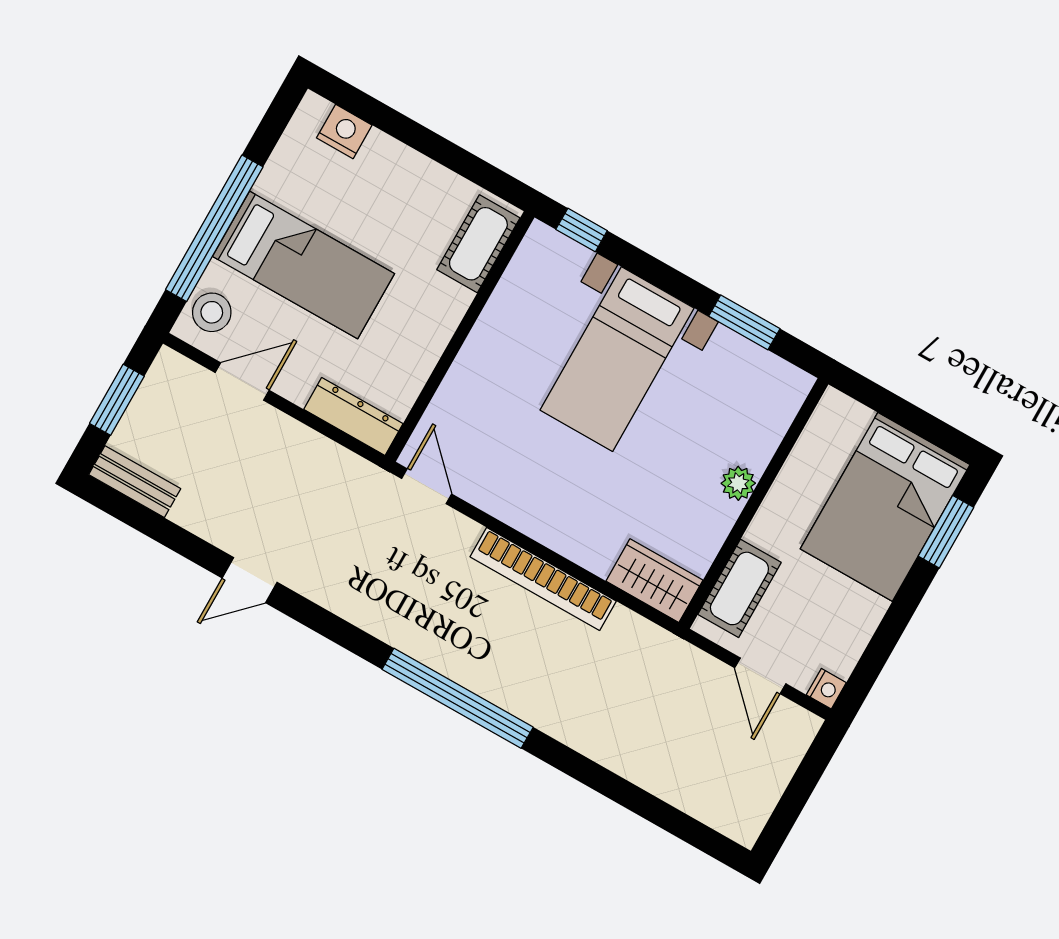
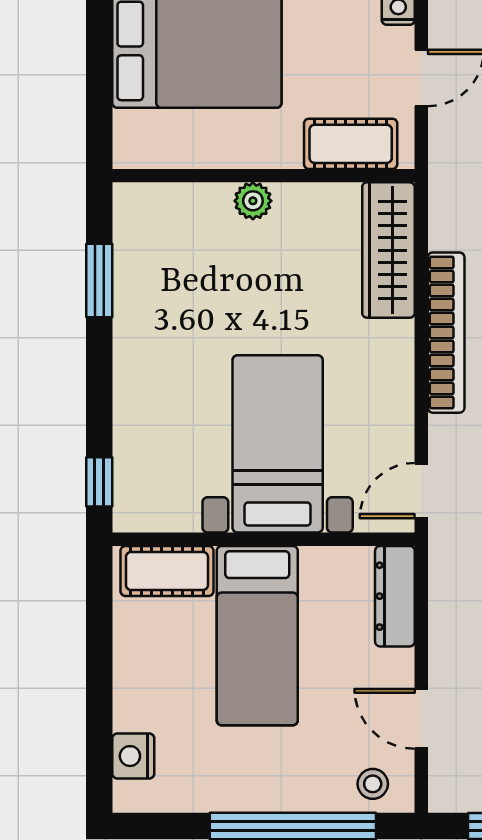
bed: (304, 265) -> (257, 636), moved, turned 180
stool: (212, 312) -> (373, 784), width x0.73, depth x0.73
bed with nightstands: (617, 359) -> (278, 444), moved, turned -90
wardrobe: (654, 581) -> (388, 250), width x1.50

